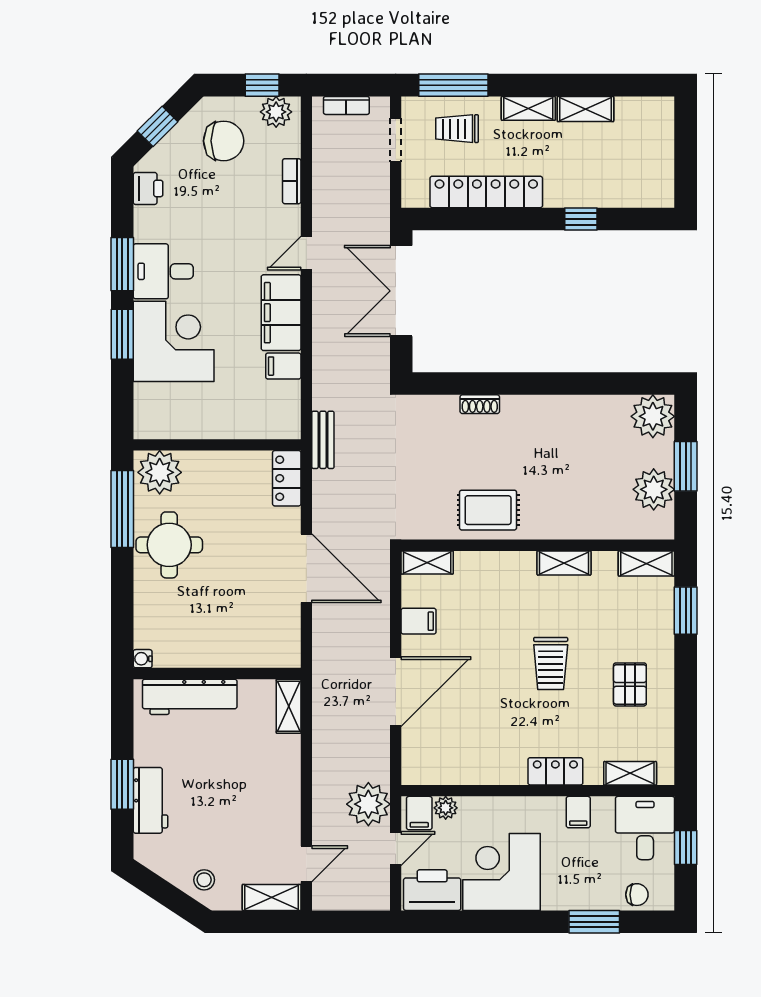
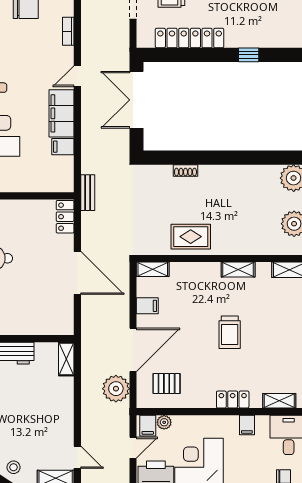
pallet: (630, 684) -> (167, 384), moved, turned 90
plant: (368, 804) -> (116, 389), moved
door: (306, 864) -> (77, 457), hinge flipped

